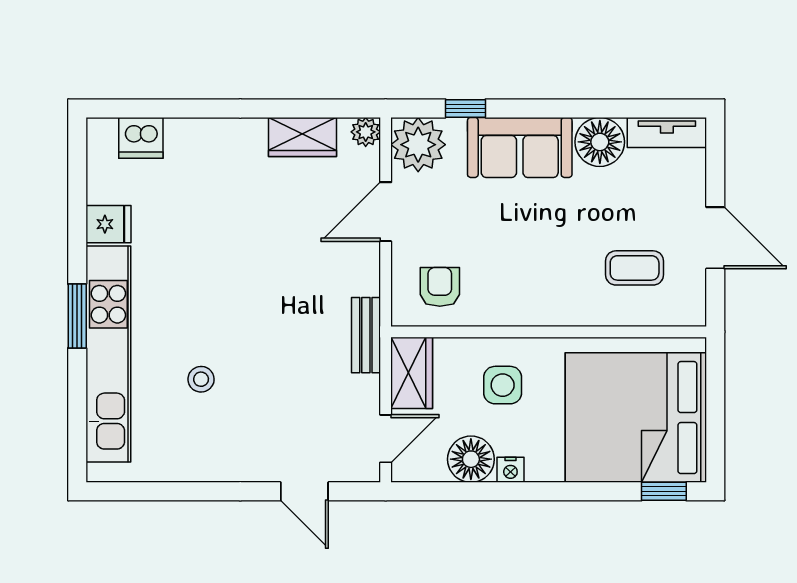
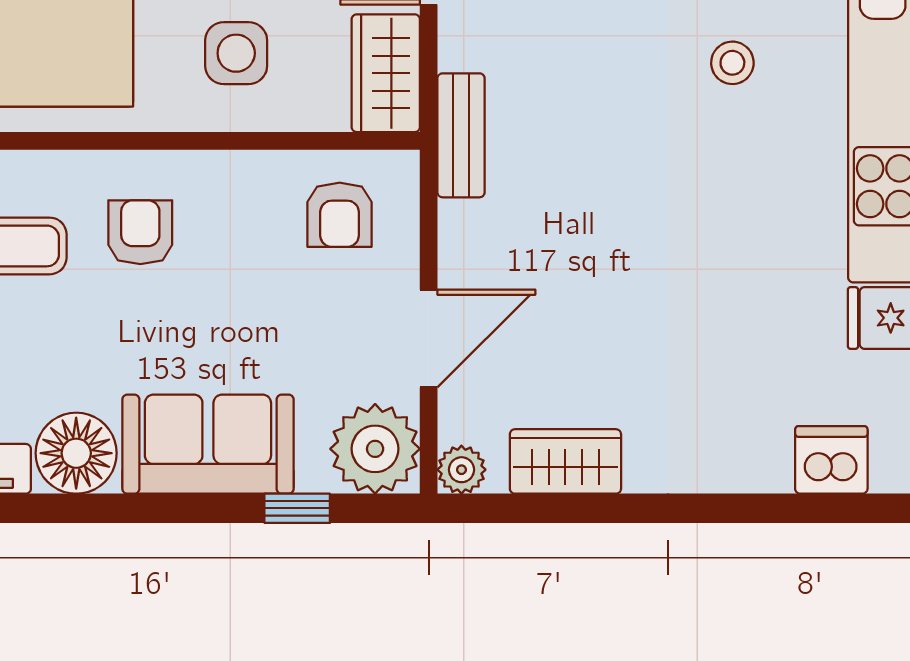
armchair: (561, 276) -> (140, 232), added

